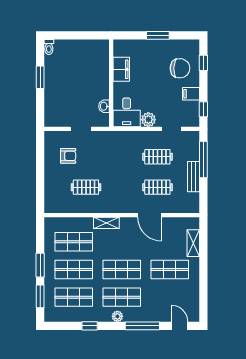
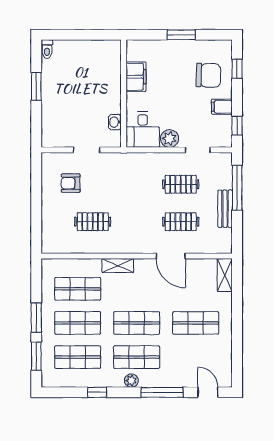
armchair: (68, 156) -> (71, 183), turned 180
shelving: (193, 243) -> (225, 275), moved

